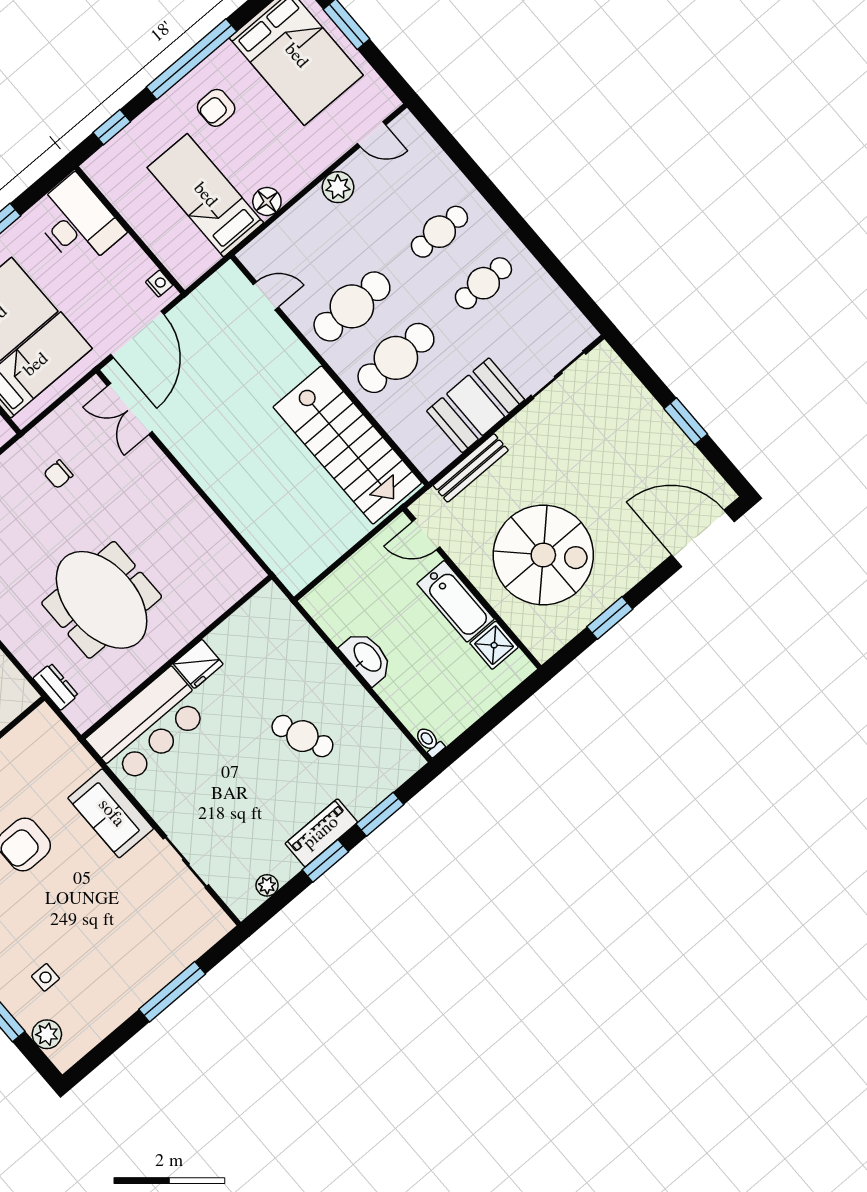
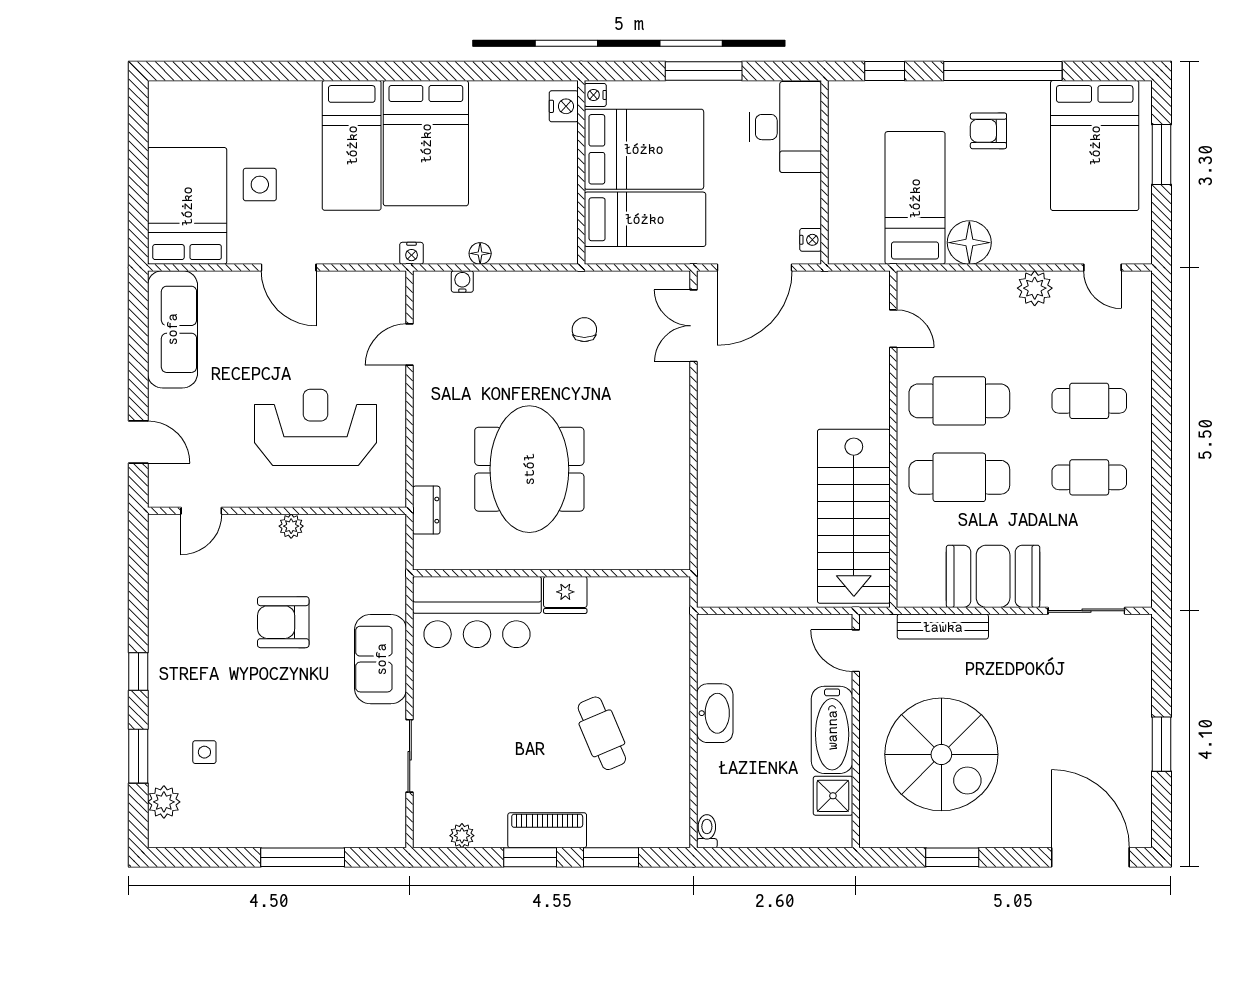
floor lamp: (267, 201) -> (969, 243), width x1.38, depth x1.38
chair: (58, 474) -> (584, 330), turned 90

